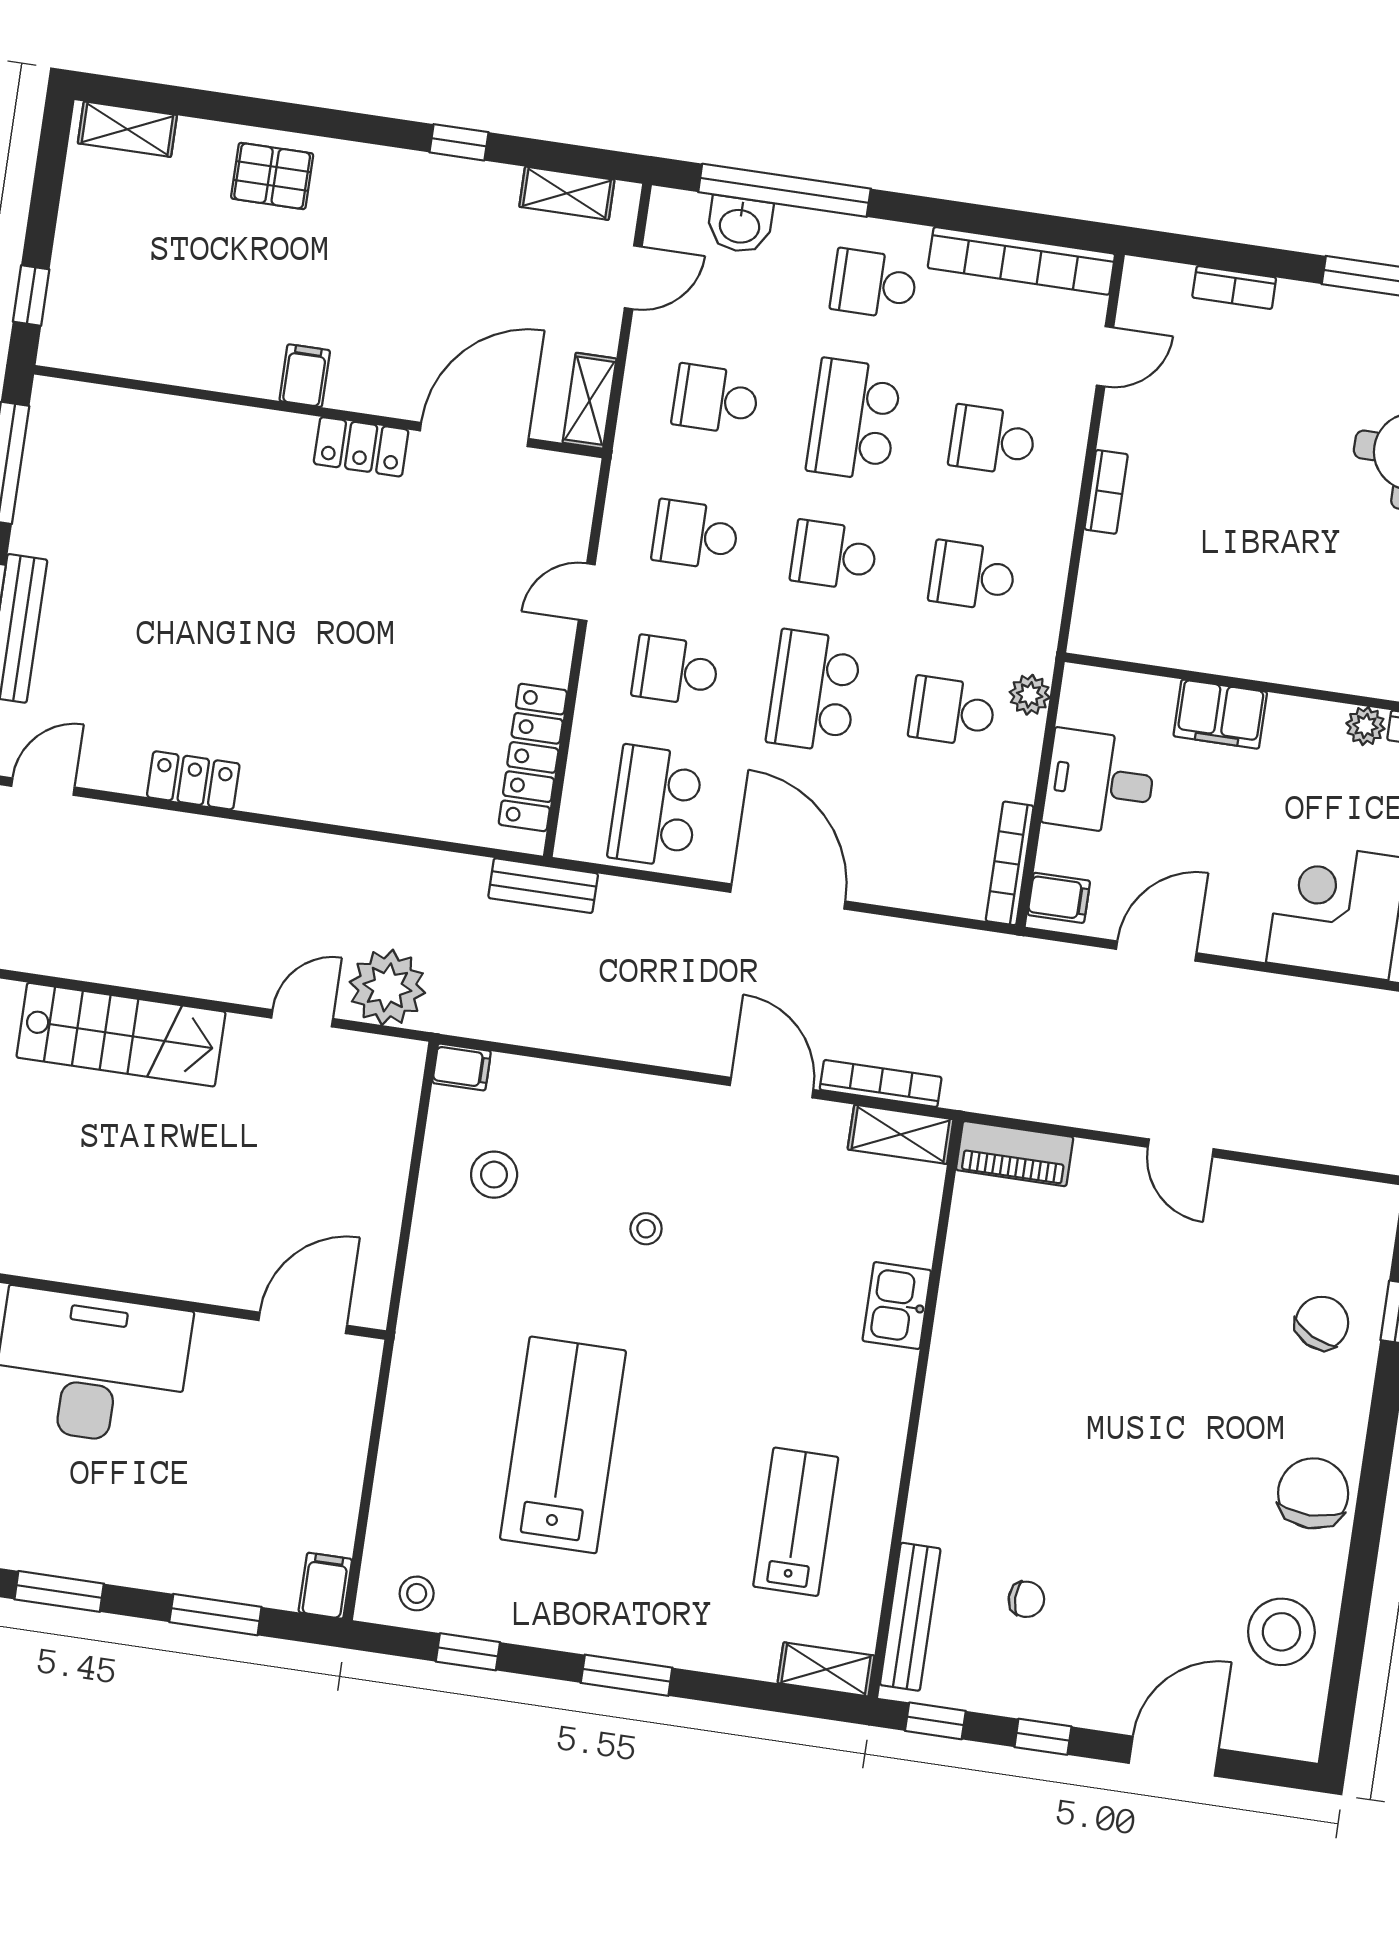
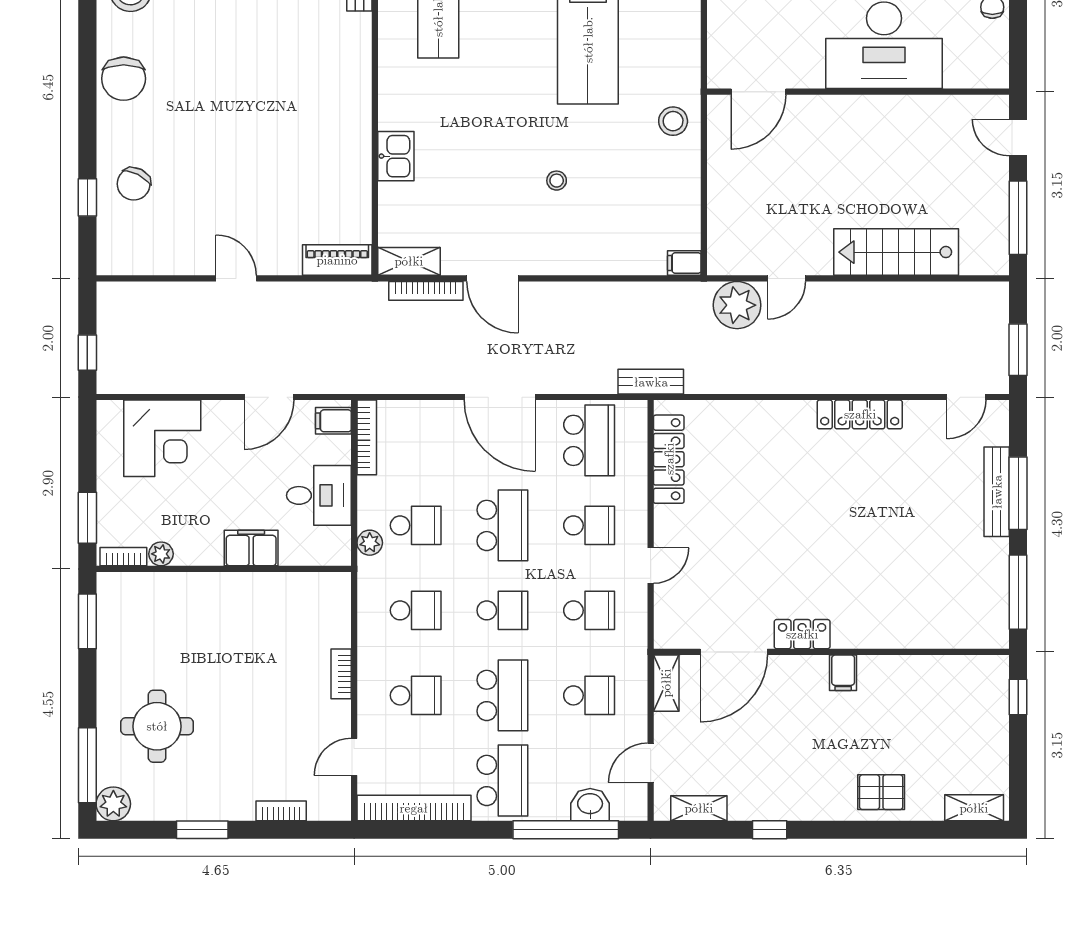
school desk: (874, 284) -> (502, 780), width x1.85
locker: (193, 780) -> (860, 414), width x1.53
stool: (494, 1175) -> (673, 121), moved

